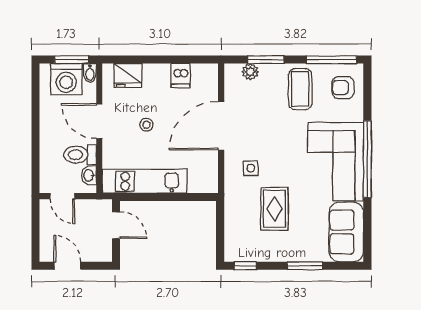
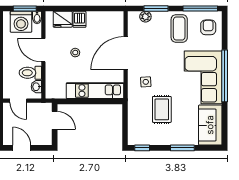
dishwasher: (181, 76) -> (79, 19), moved
armchair: (343, 88) -> (208, 27), turned 90
kitchen unit: (145, 181) -> (95, 91), moved

